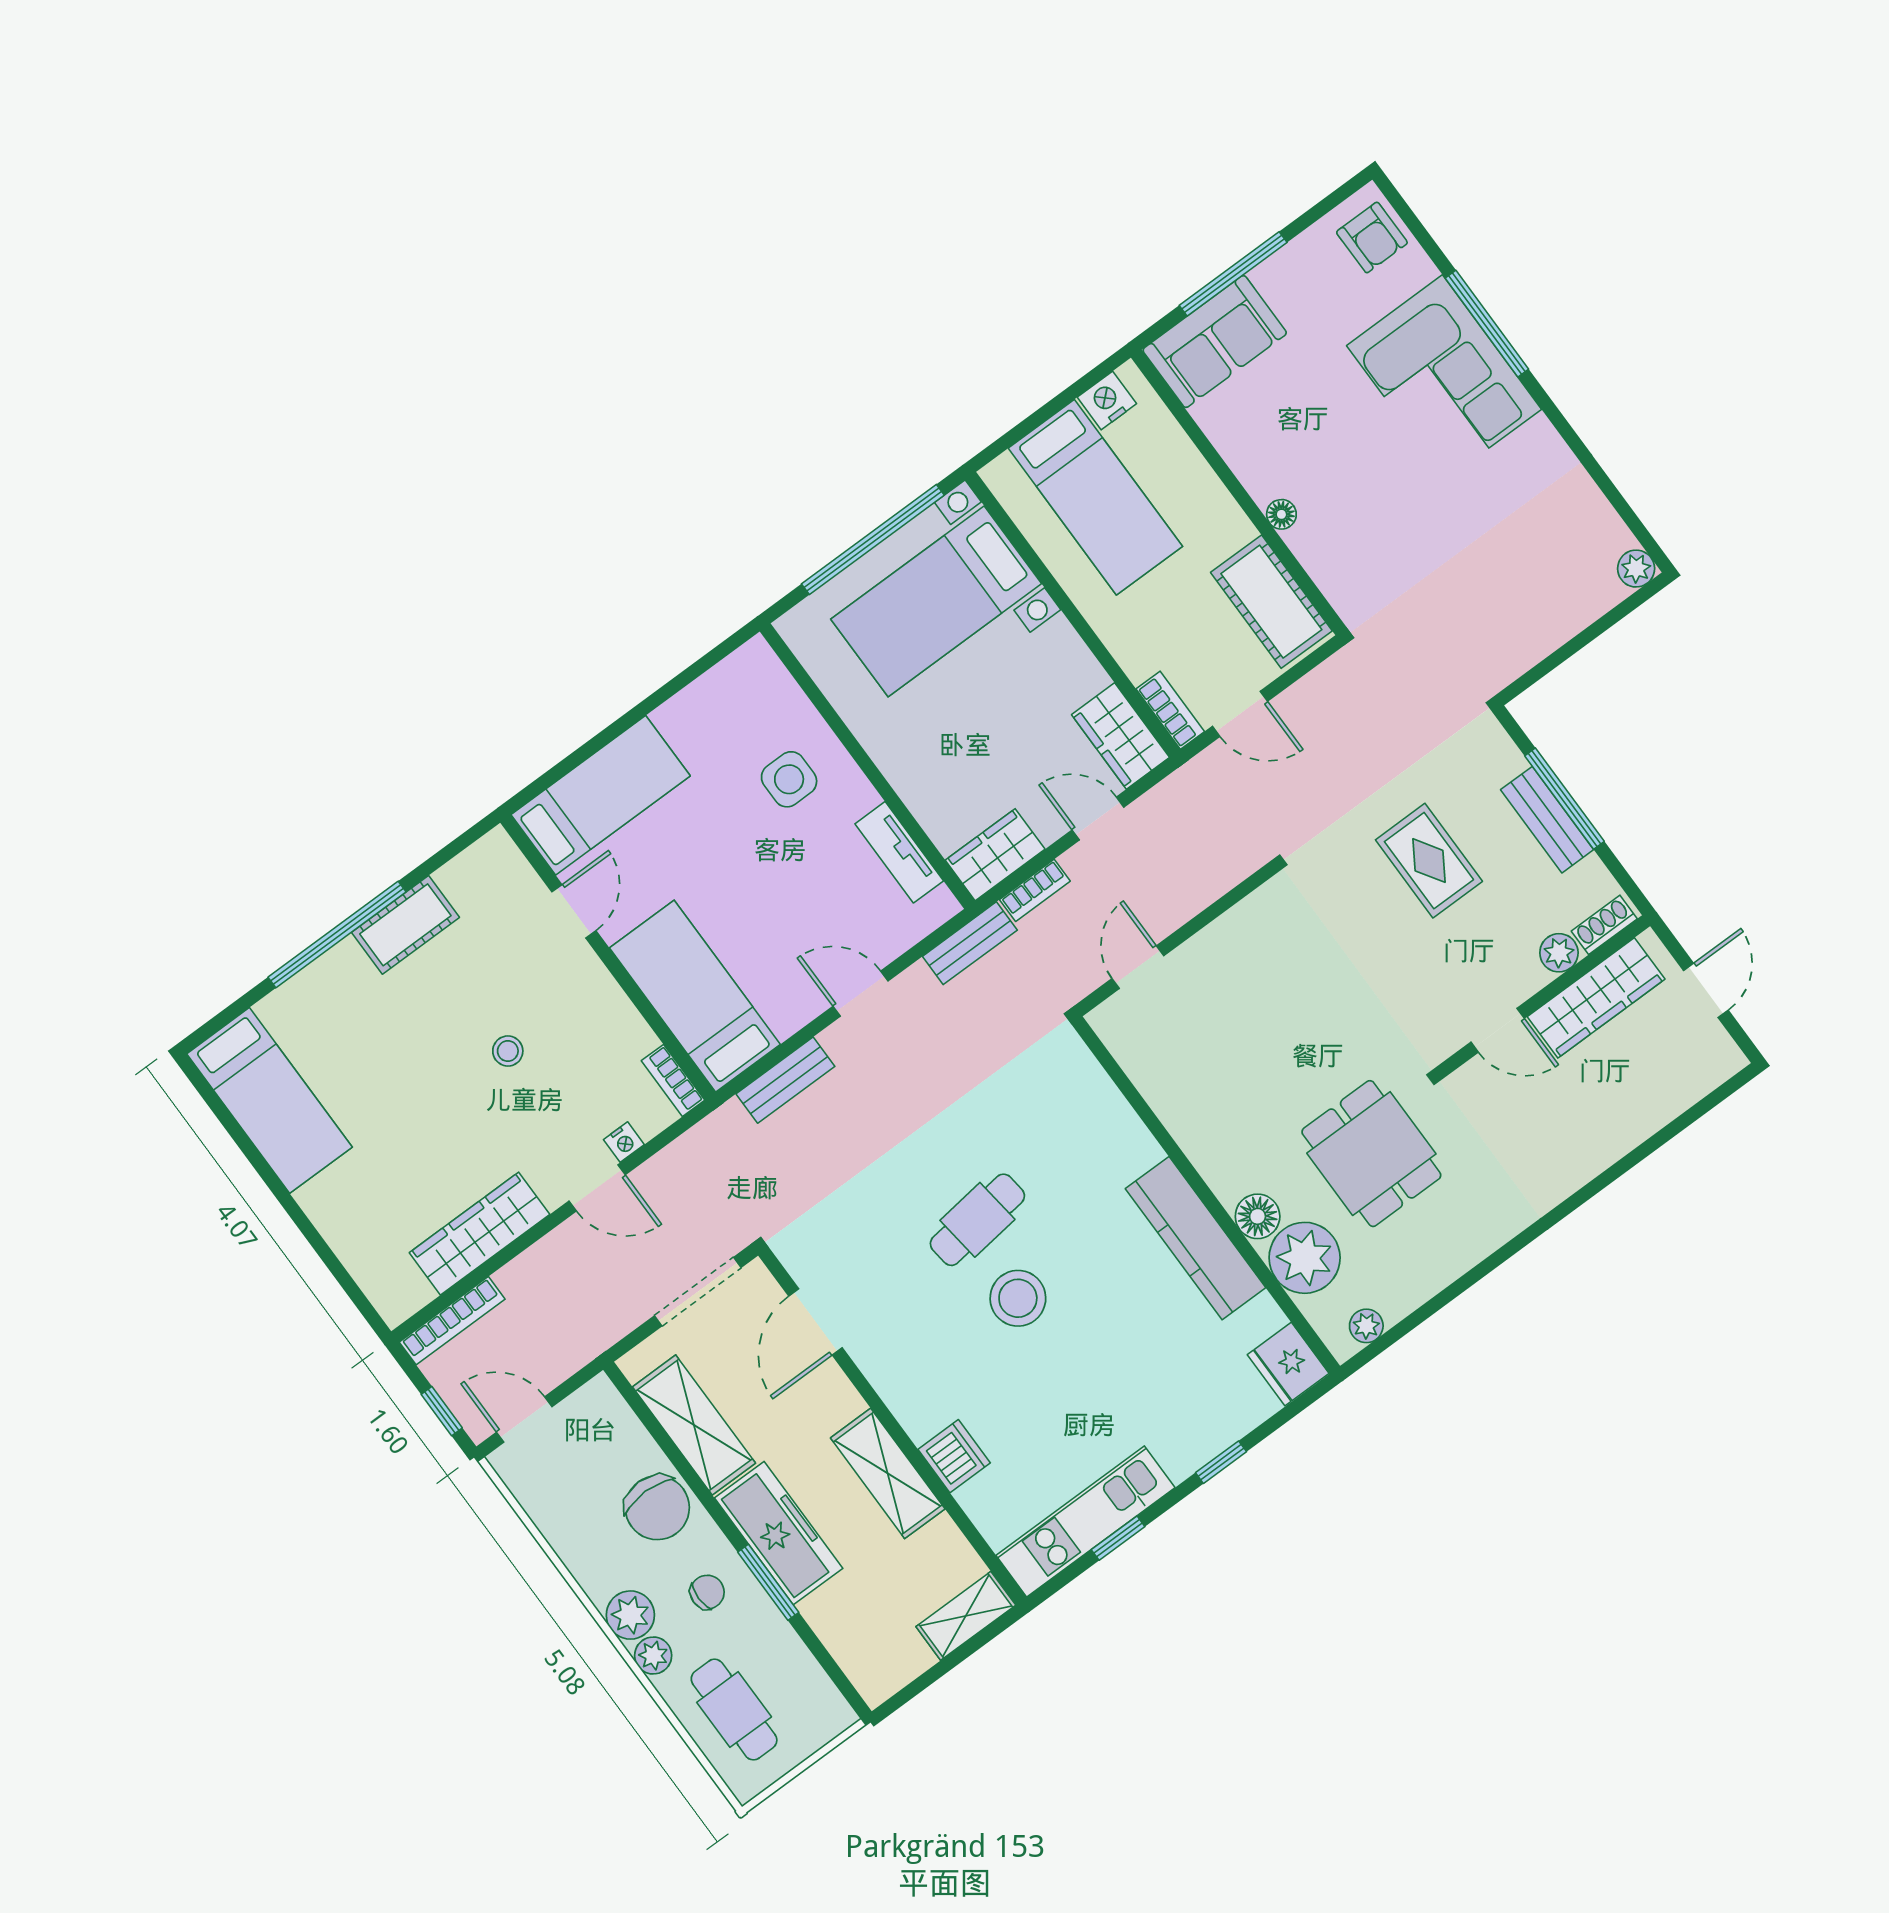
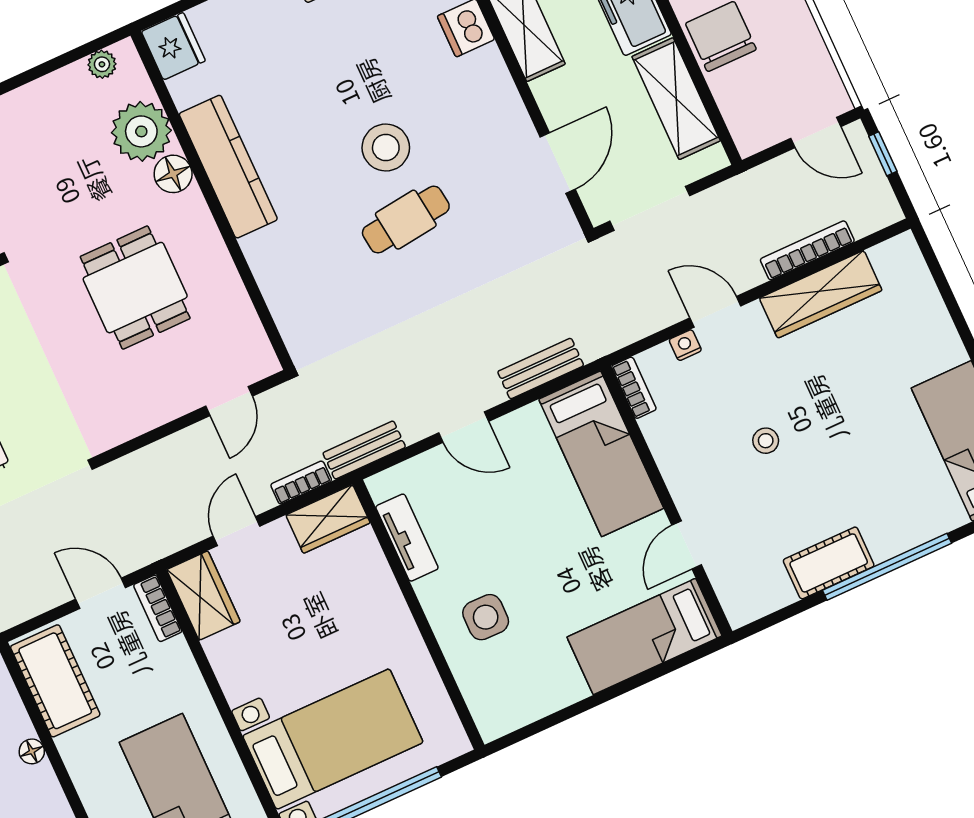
door: (1098, 819) -> (236, 531), swing flipped
dining table: (1371, 1154) -> (135, 288), moved
bookcase: (452, 1321) -> (807, 250), moved

